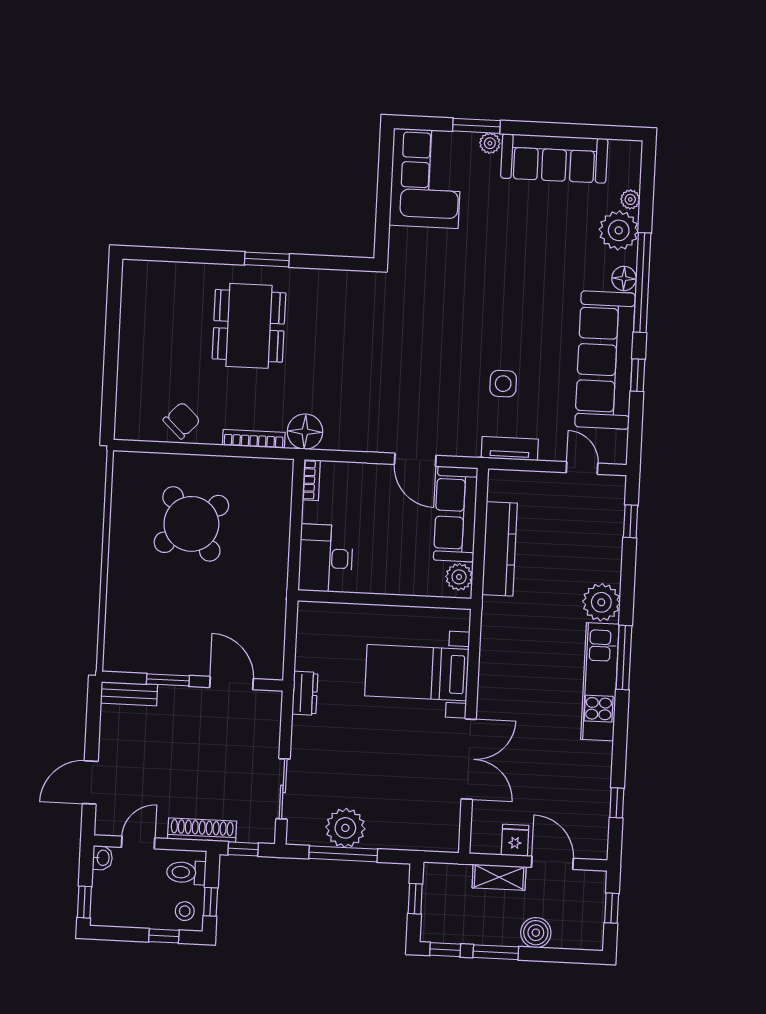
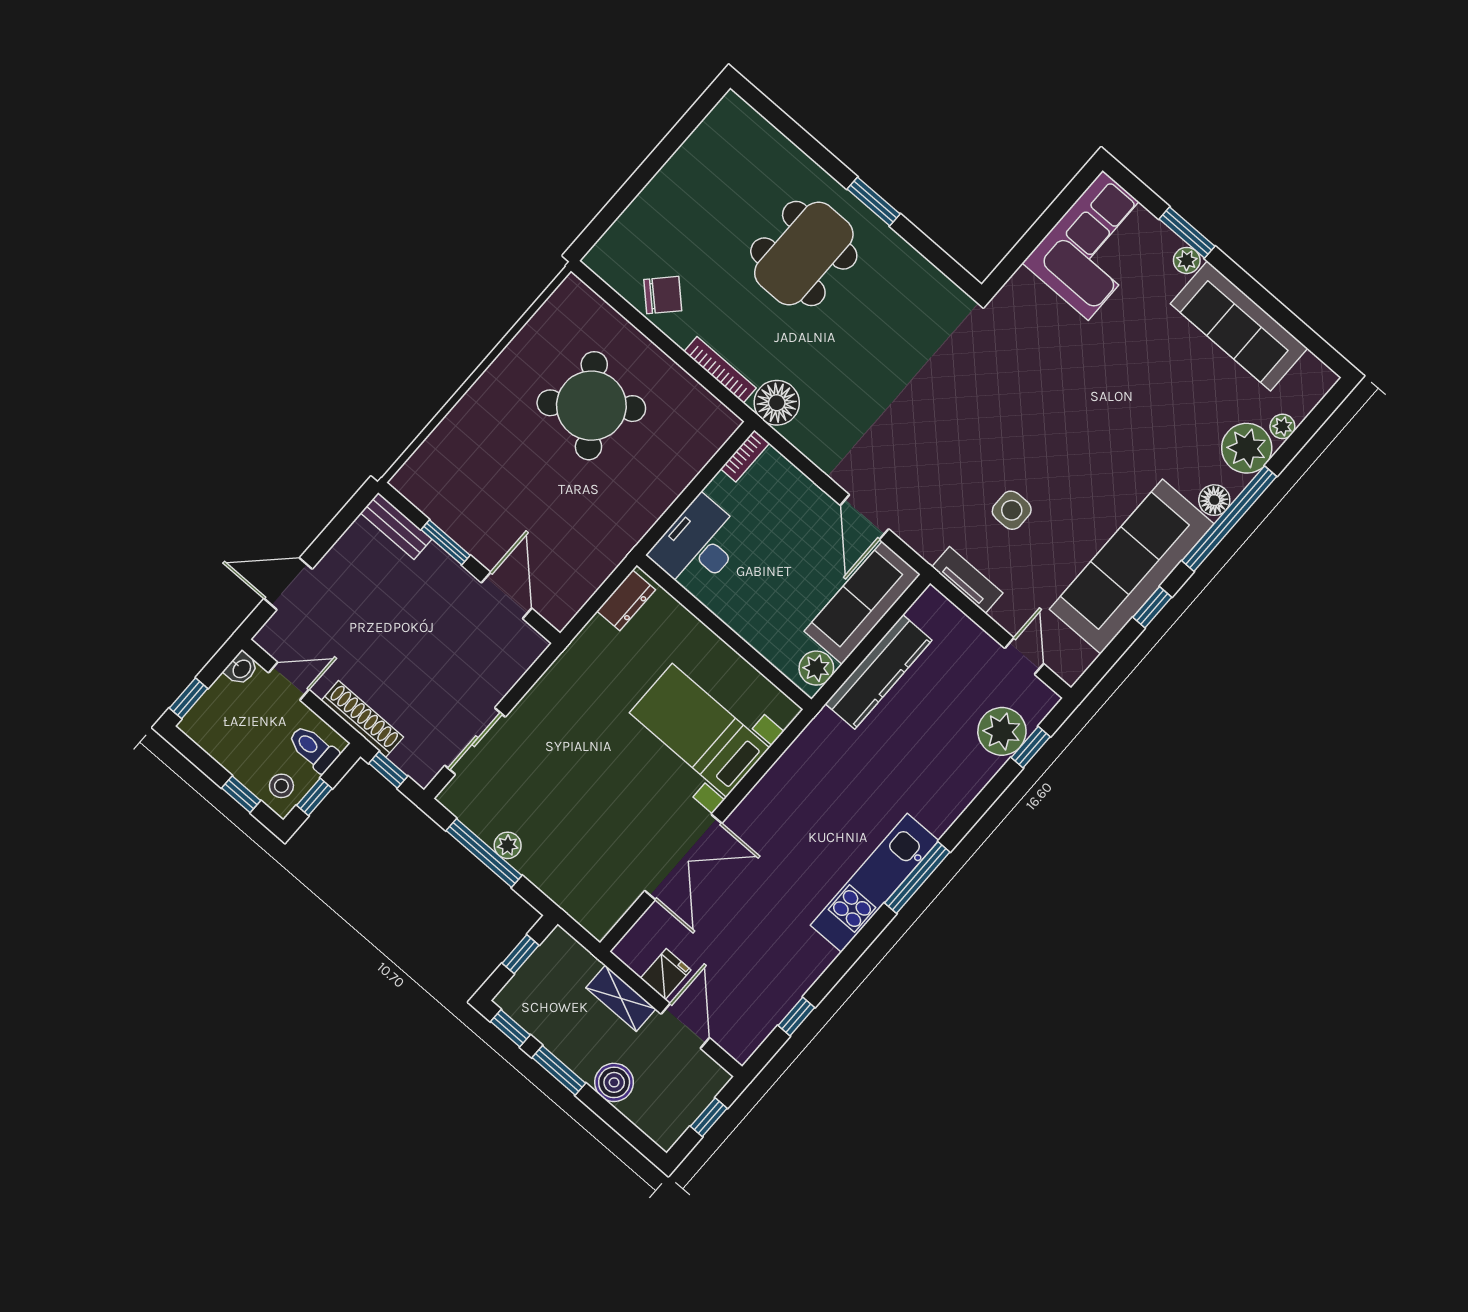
plant: (601, 602) -> (1002, 731), moved
dresser: (305, 693) -> (626, 600), moved
plant: (345, 828) -> (508, 845), width x0.53, depth x0.53

